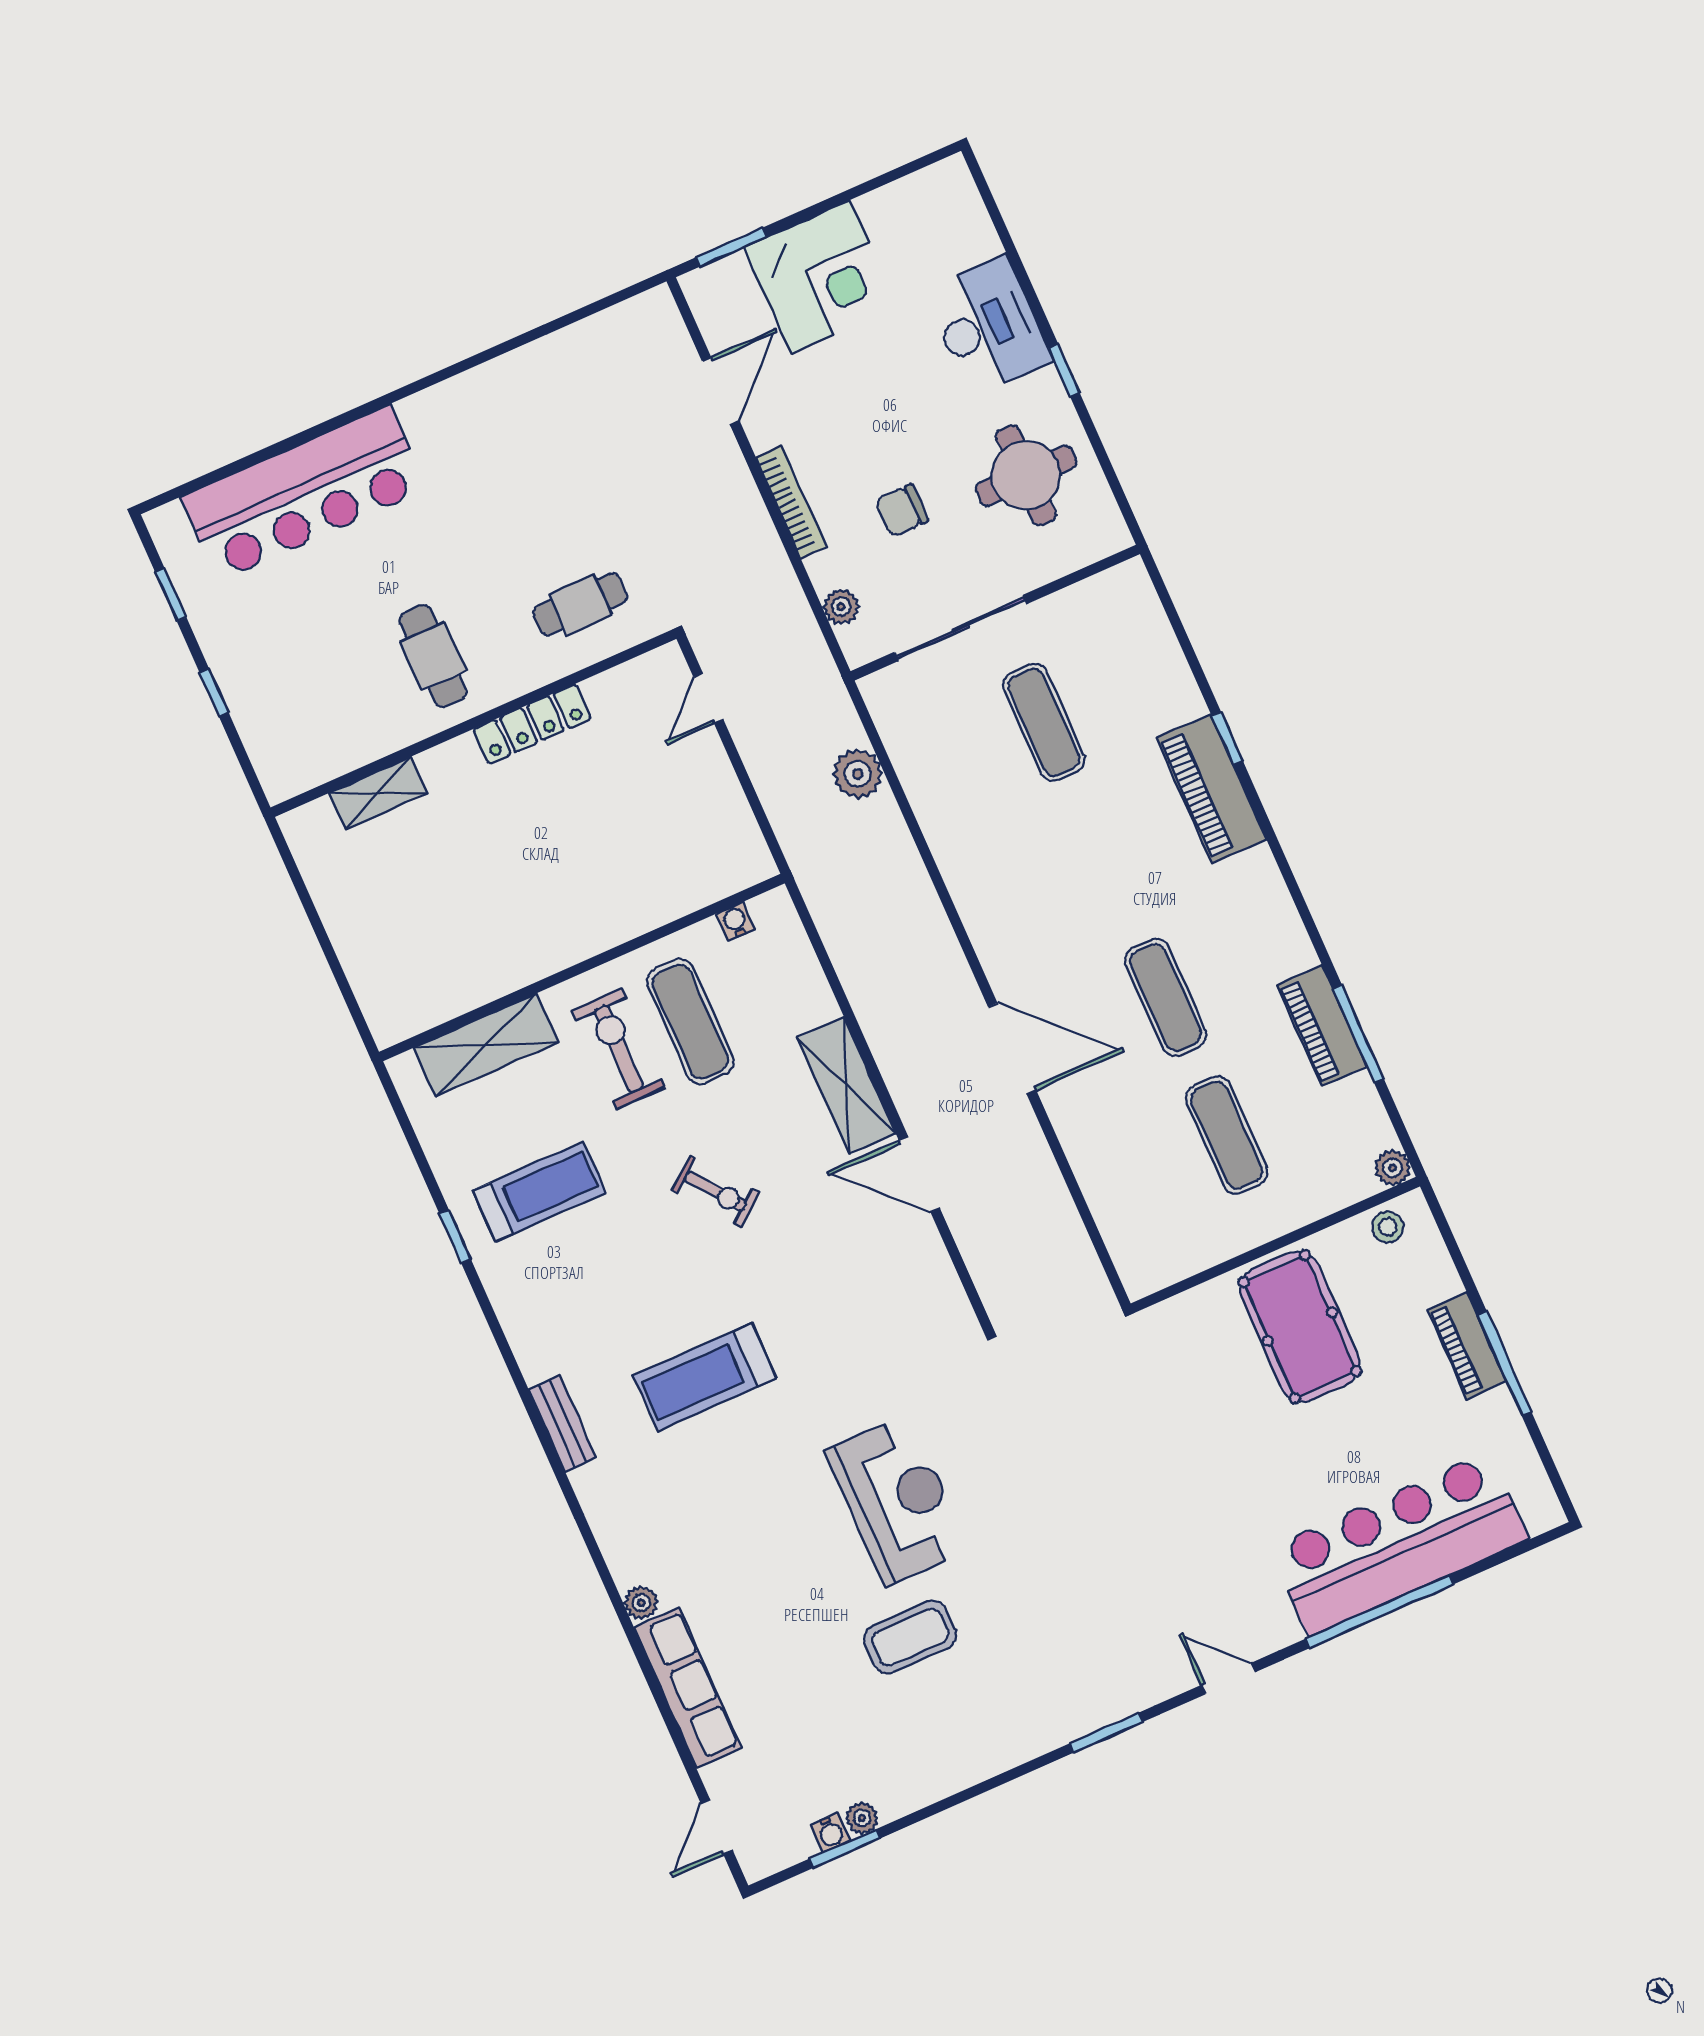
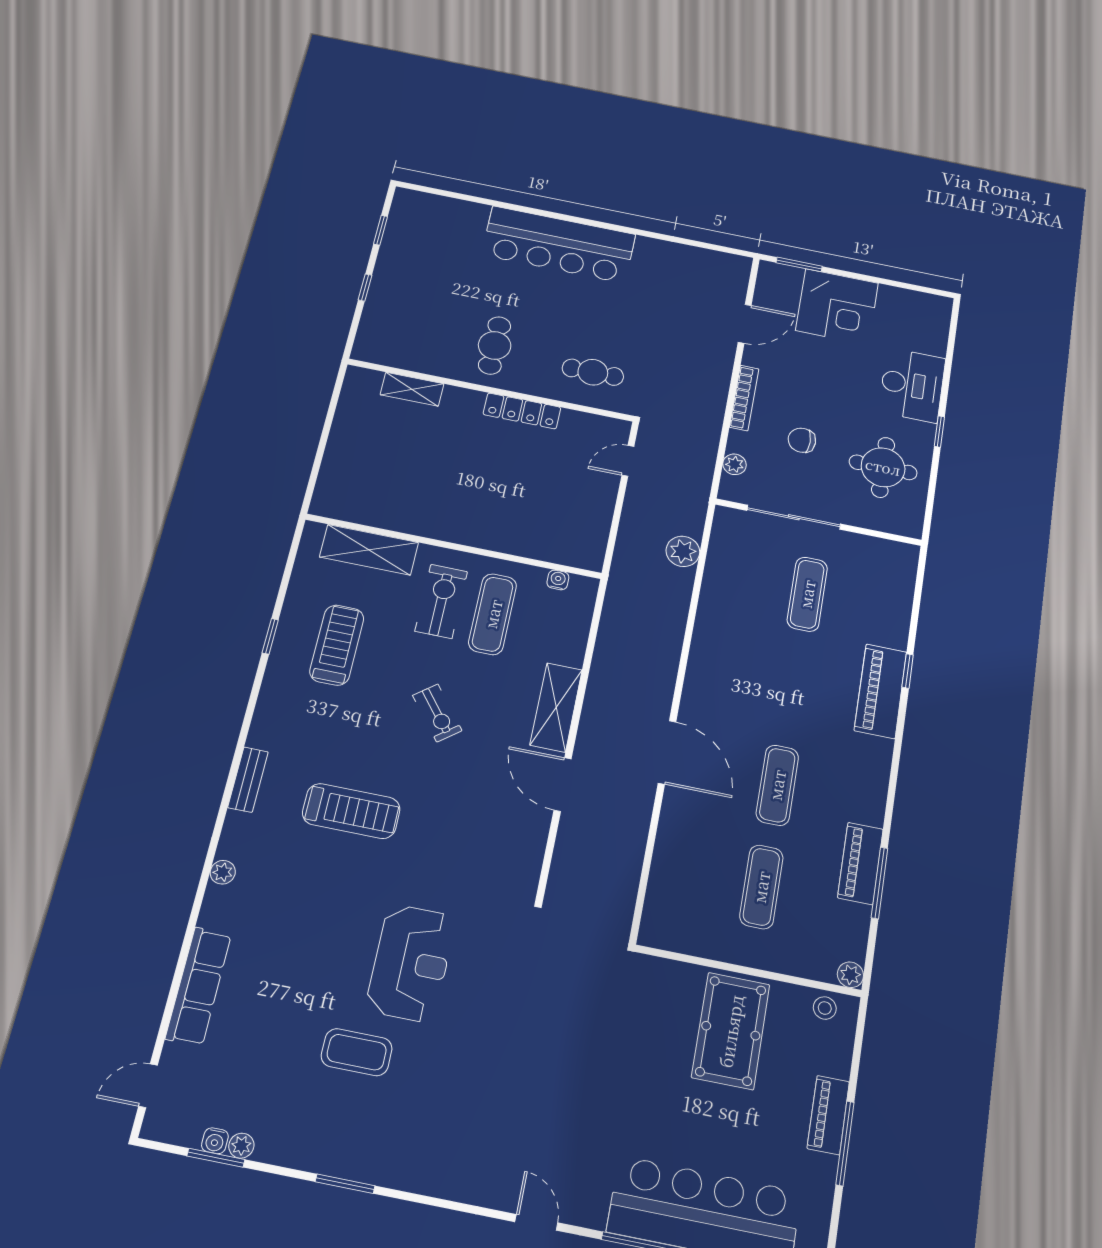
bar counter: (304, 493) -> (559, 244), moved
treadmill: (539, 1192) -> (337, 645), turned -90
treadmill: (705, 1377) -> (351, 811), turned 180
plant: (641, 1603) -> (223, 872), moved
window: (1106, 1733) -> (345, 1184), moved

